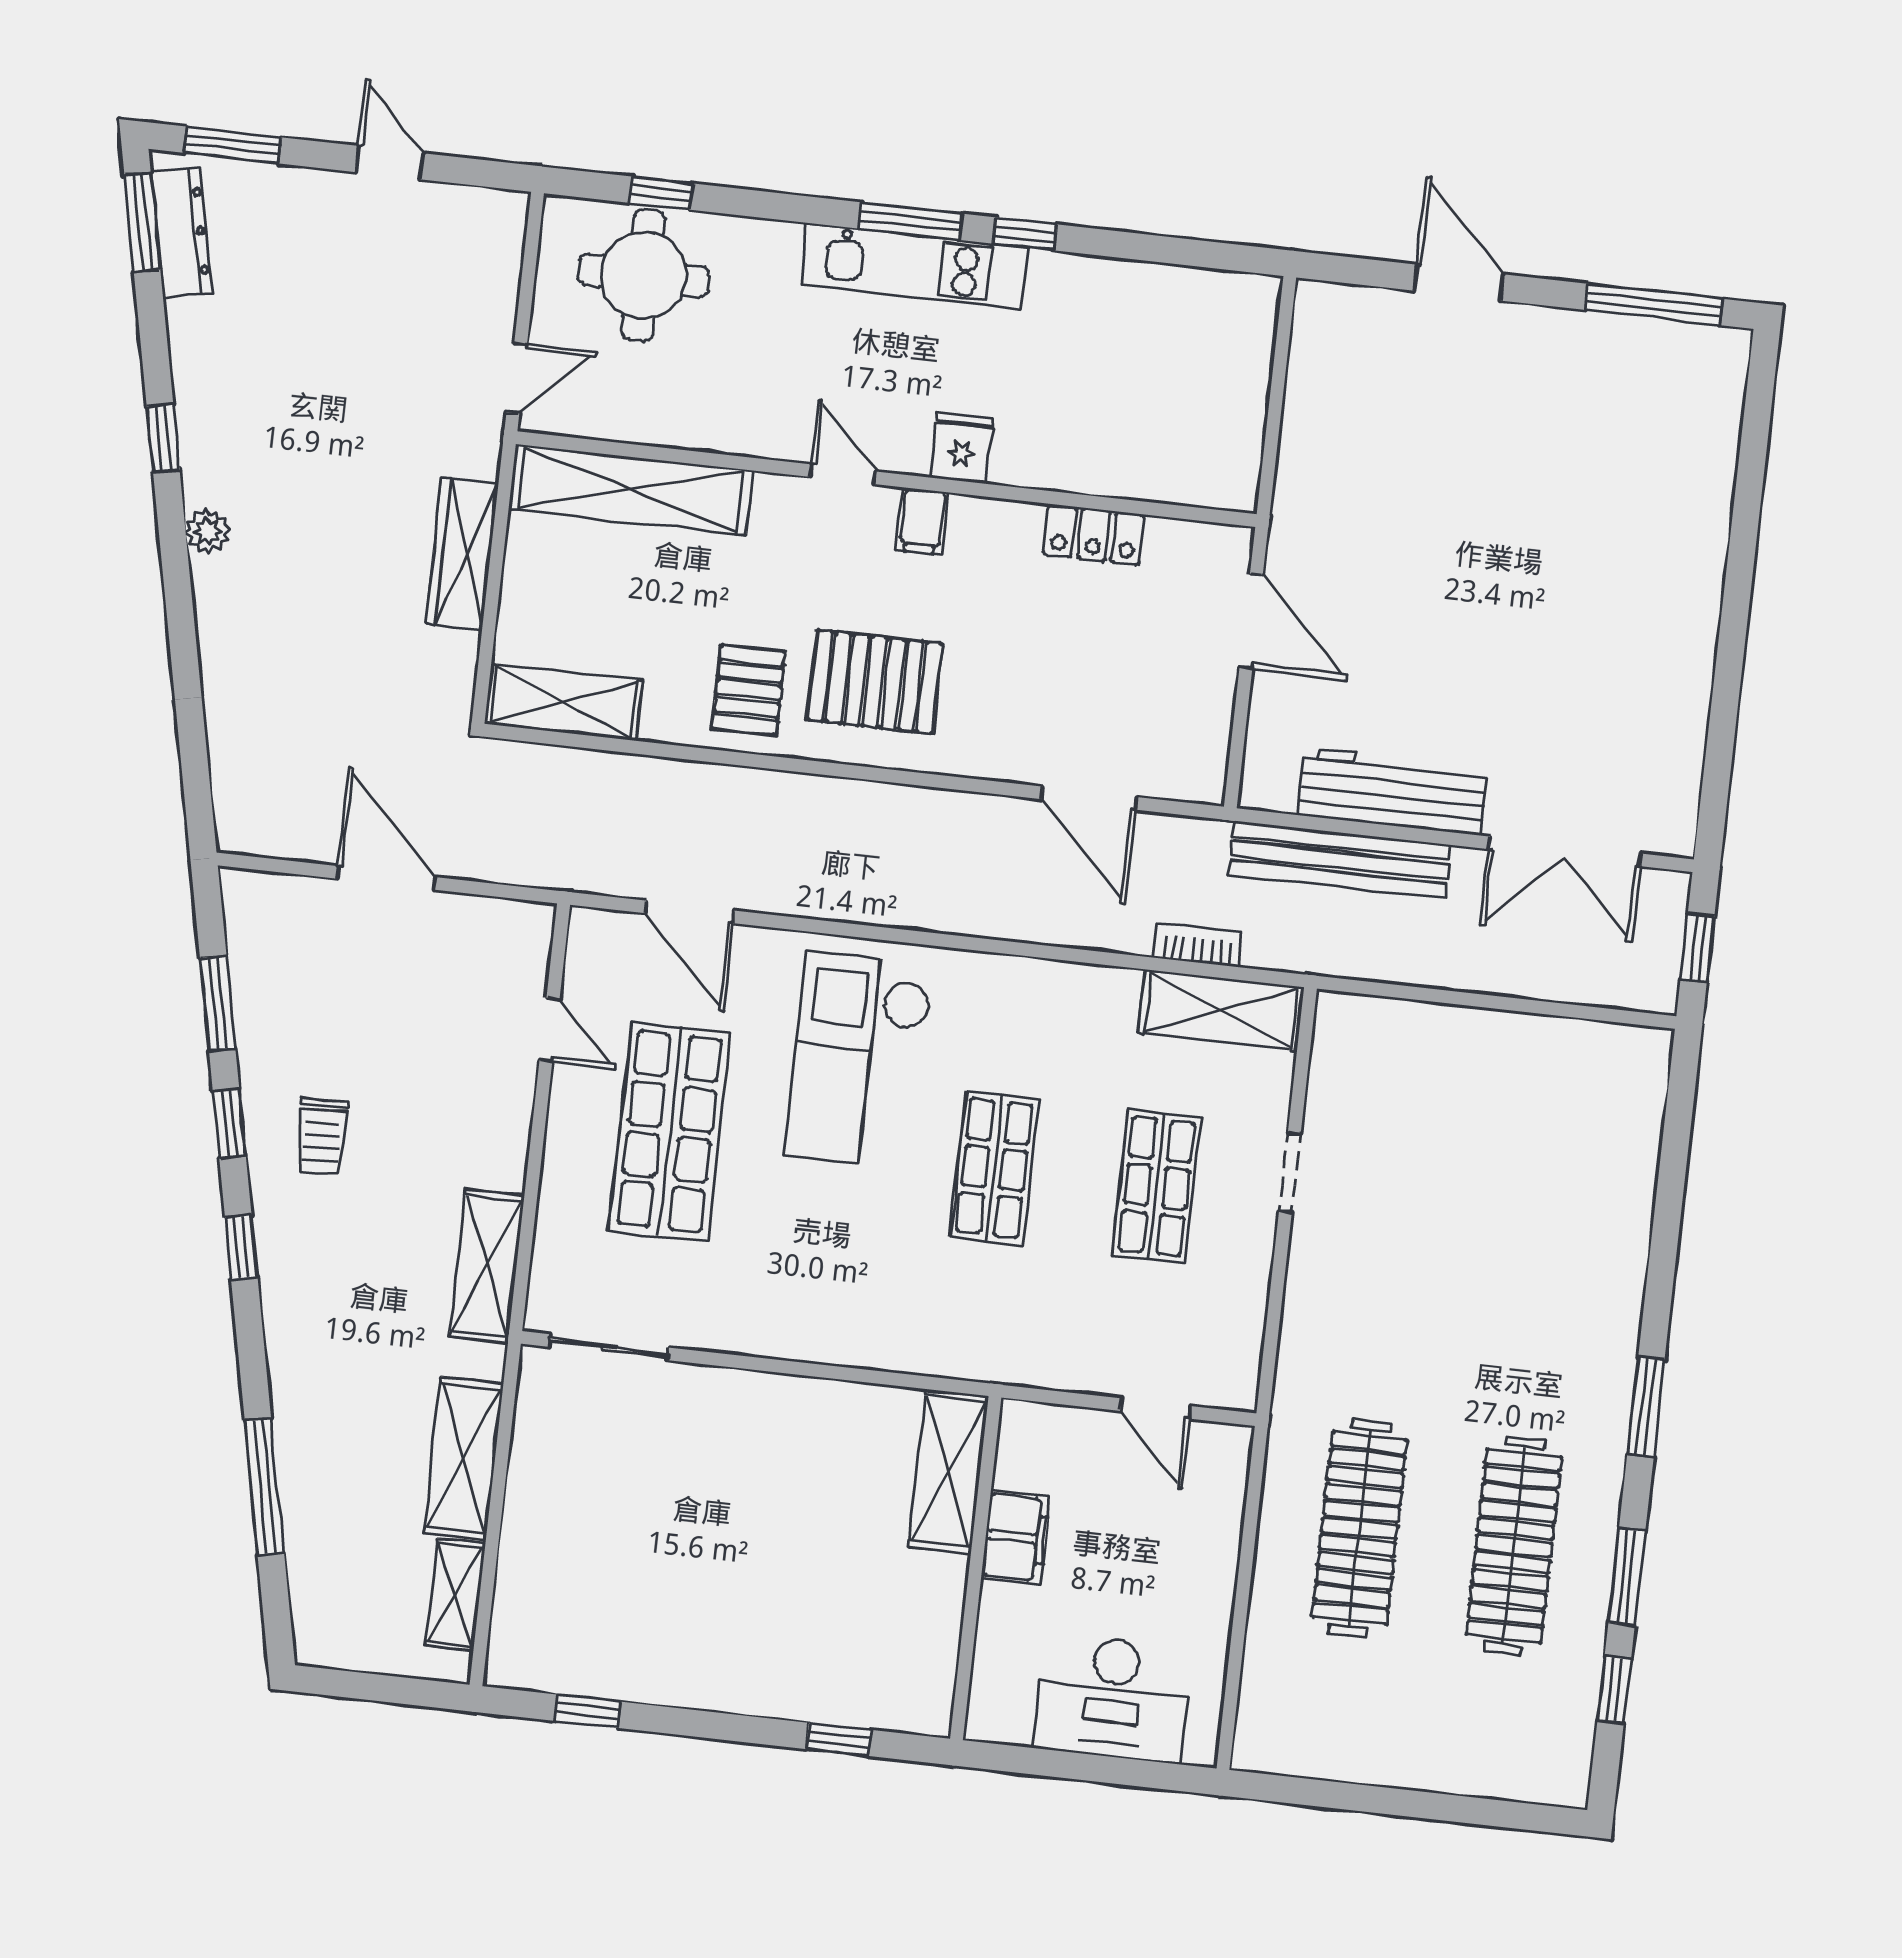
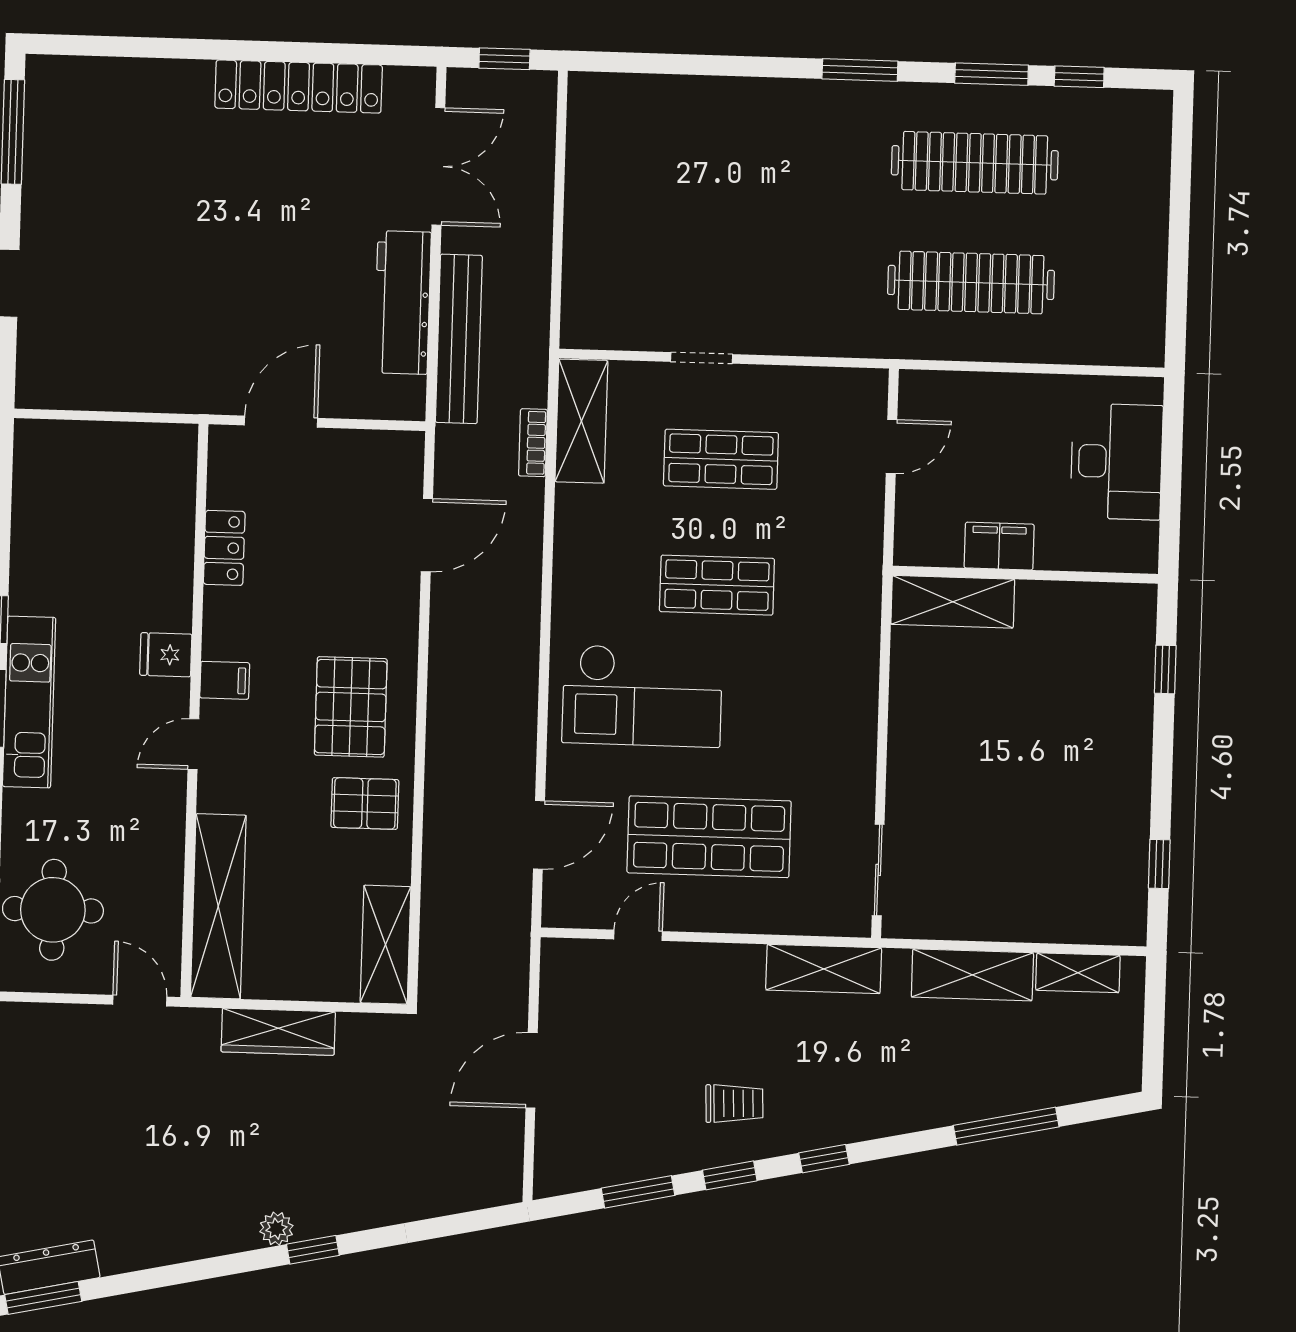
window: (163, 438) -> (313, 1250), moved
locker: (1683, 679) -> (299, 87), added

